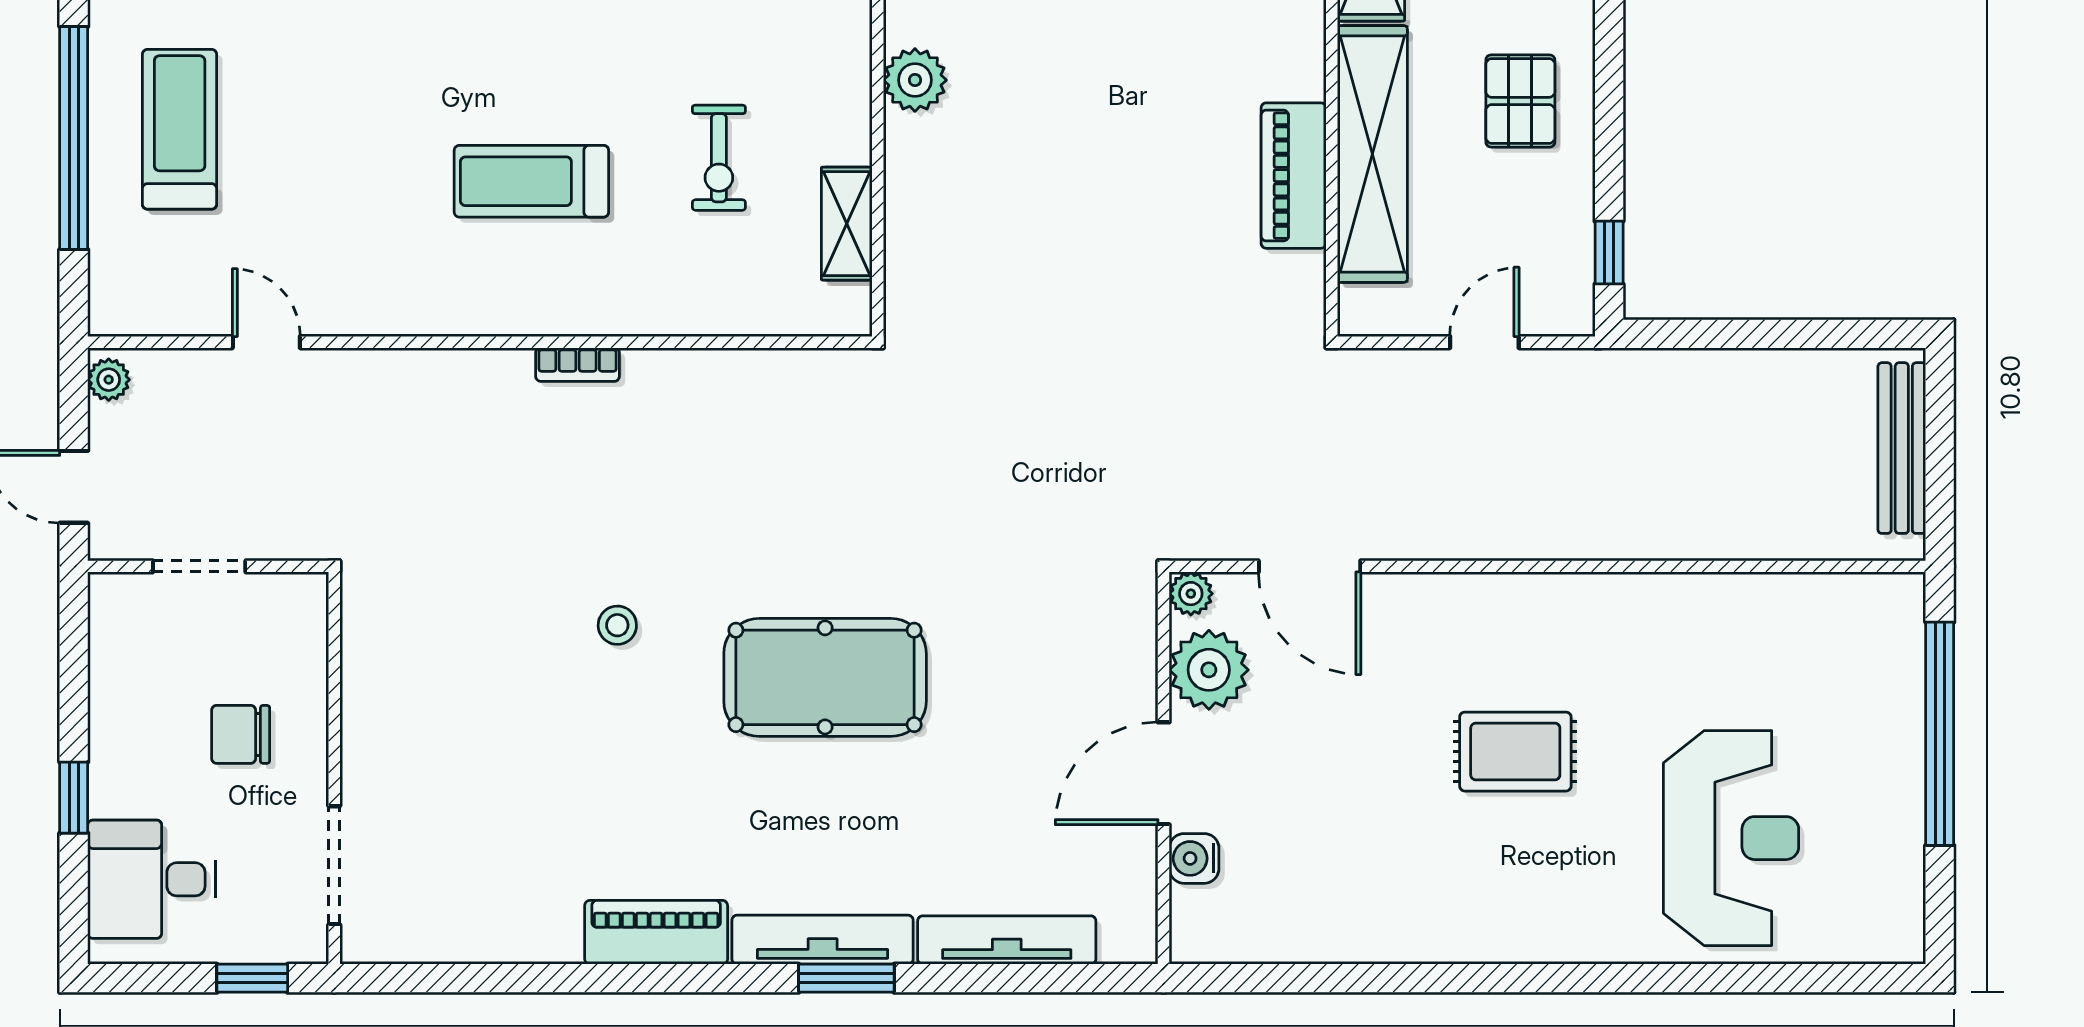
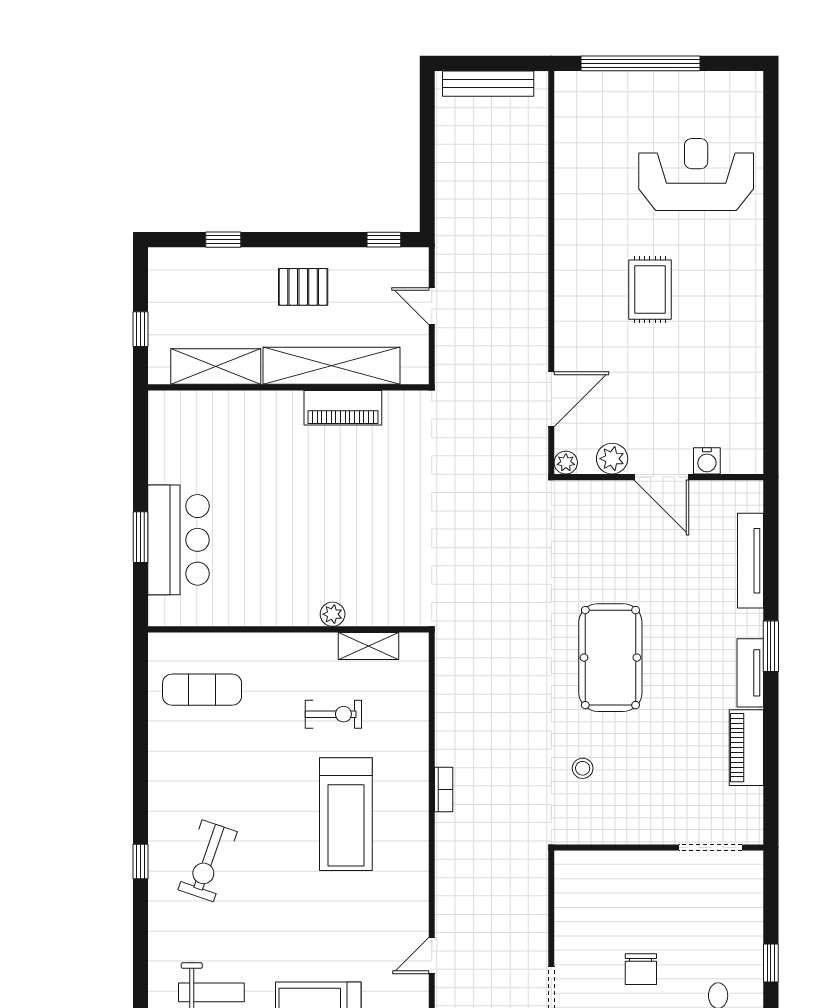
plant: (915, 80) -> (333, 614), moved, width x0.73, depth x0.73
treadmill: (531, 181) -> (346, 814), width x1.37, depth x1.38
plant: (1209, 670) -> (612, 459), width x0.73, depth x0.73
wall: (334, 768) -> (659, 848), moved
doorway: (334, 865) -> (711, 848), moved
tv unit: (823, 940) -> (750, 673), width x0.71

